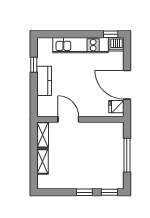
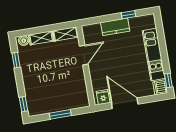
door: (127, 85) -> (125, 103), hinge flipped
window: (127, 155) -> (60, 114), width x0.69
boiler: (42, 181) -> (24, 41), added
window: (84, 192) -> (16, 60), moved

